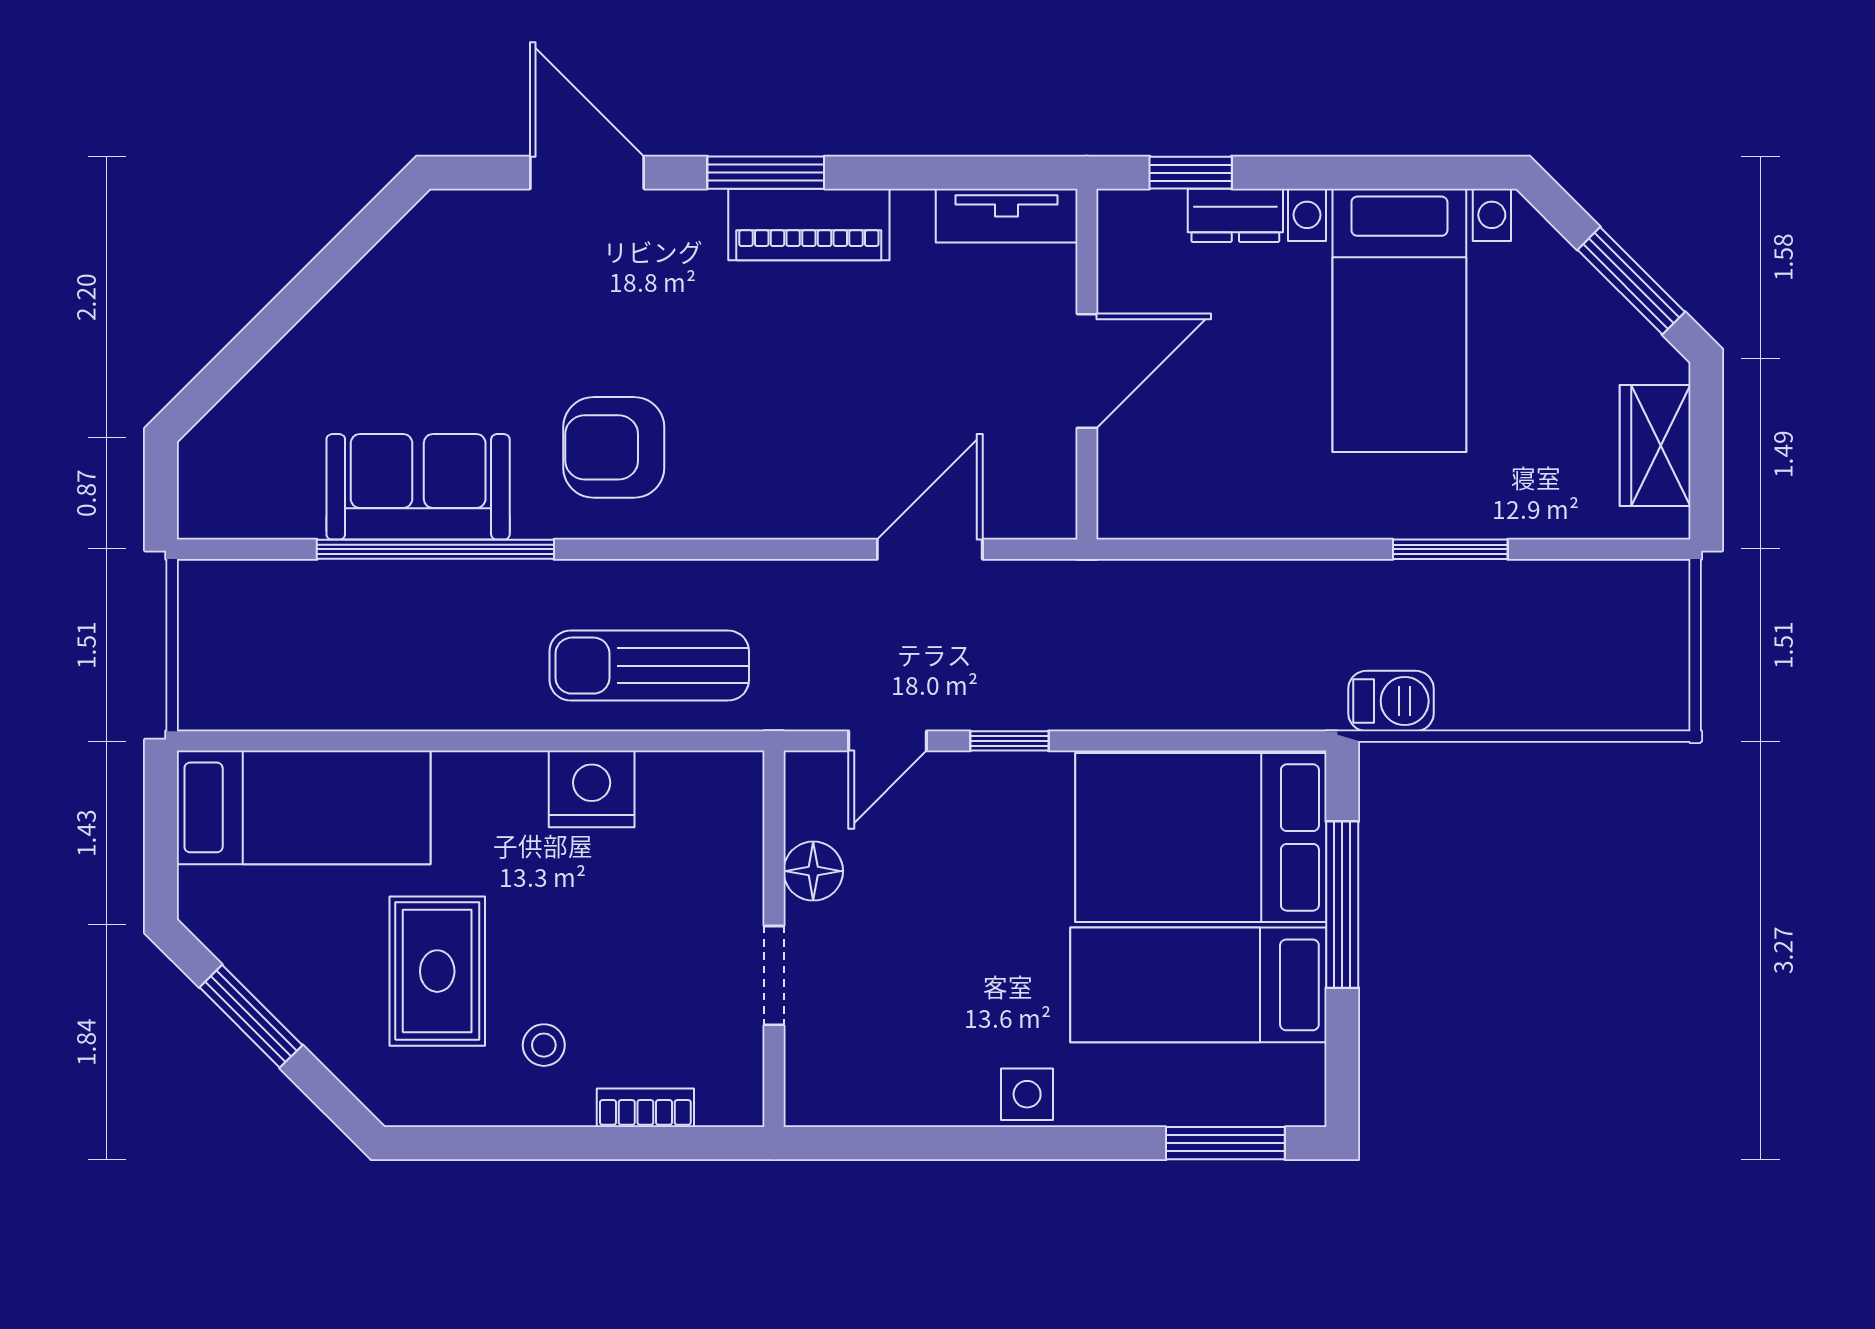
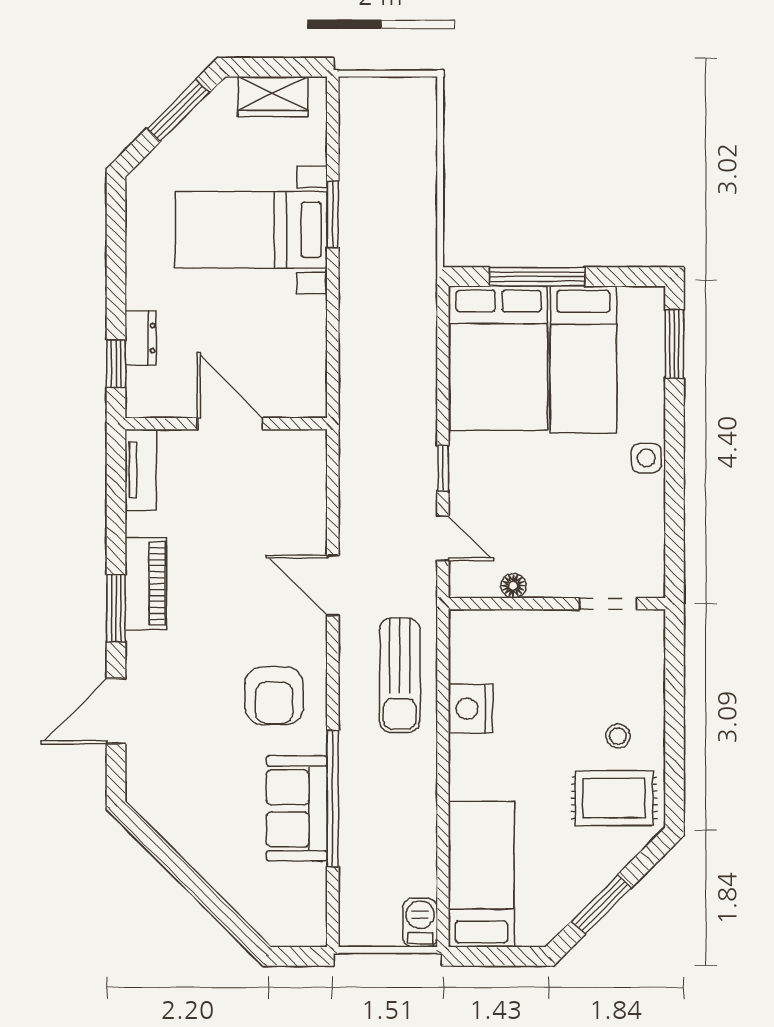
bed with nightstands: (1399, 320) -> (251, 230), moved, turned 180
door: (930, 549) -> (333, 585), moved
barbecue: (1391, 701) -> (420, 923), moved
floor lamp: (813, 871) -> (513, 586), width x0.73, depth x0.73
rug: (437, 971) -> (614, 798), moved
doorway: (774, 976) -> (608, 604), moved
bookcase: (645, 1108) -> (654, 678), removed

